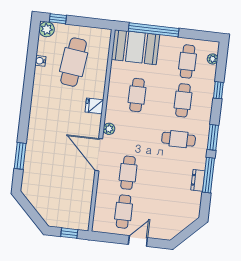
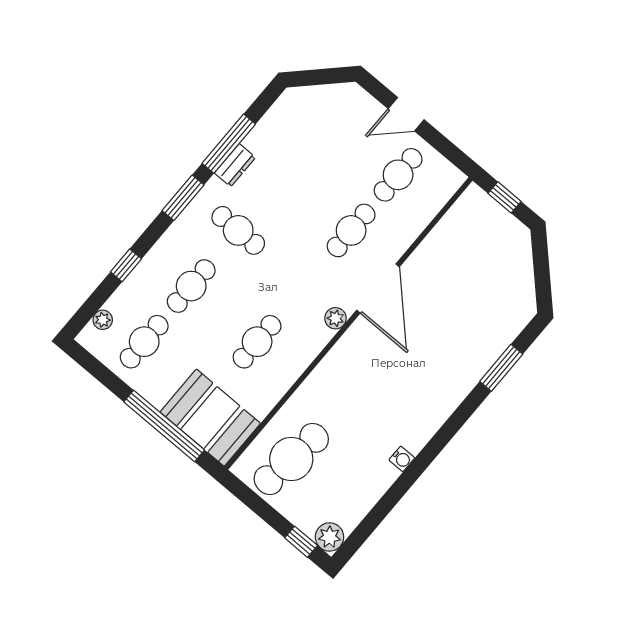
water cooler: (40, 61) -> (402, 459), moved
cafe table: (74, 62) -> (291, 459), moved
fridge: (94, 106) -> (334, 369), removed
dresser: (198, 180) -> (235, 165), moved

